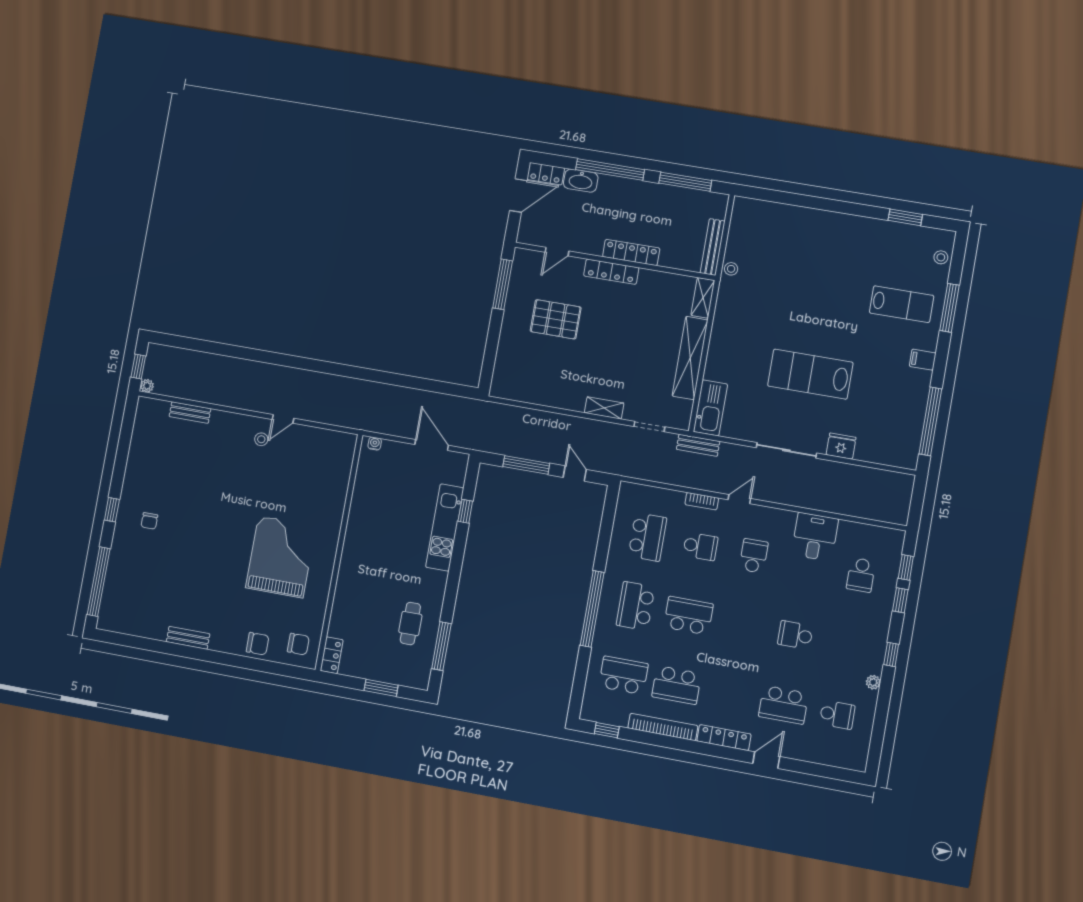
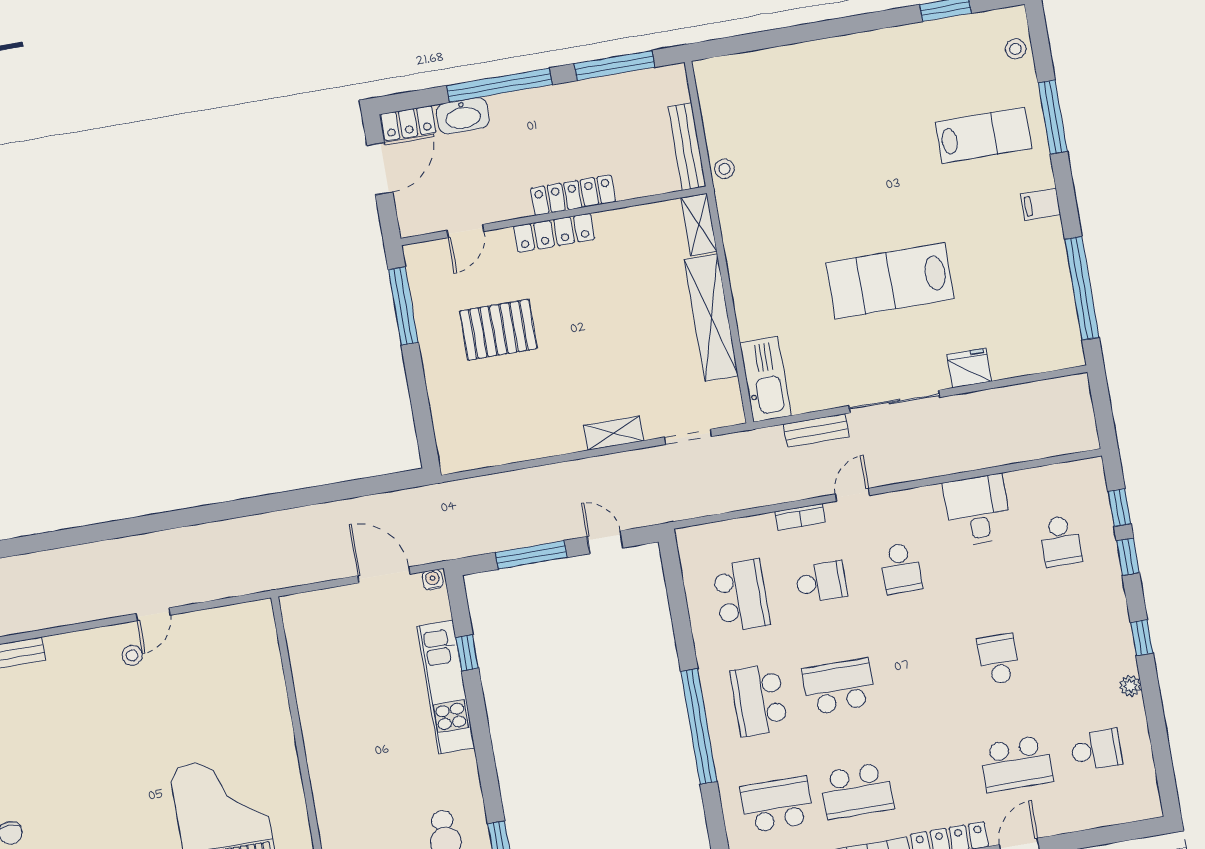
water cooler: (375, 444) -> (433, 580), moved
bench: (698, 445) -> (816, 430), moved
school desk: (754, 556) -> (901, 568), turned 180
school desk: (795, 635) -> (999, 659), turned 90

